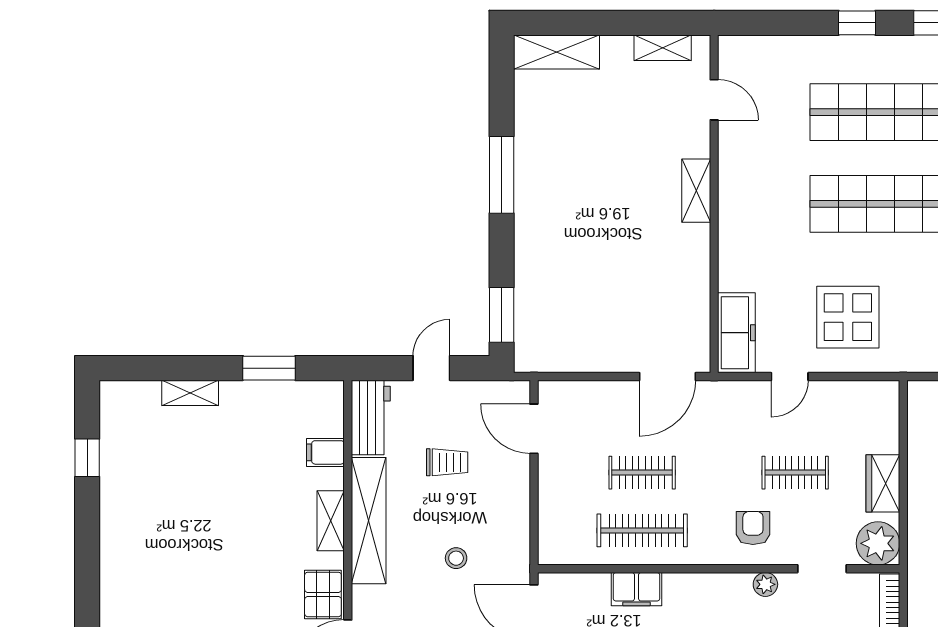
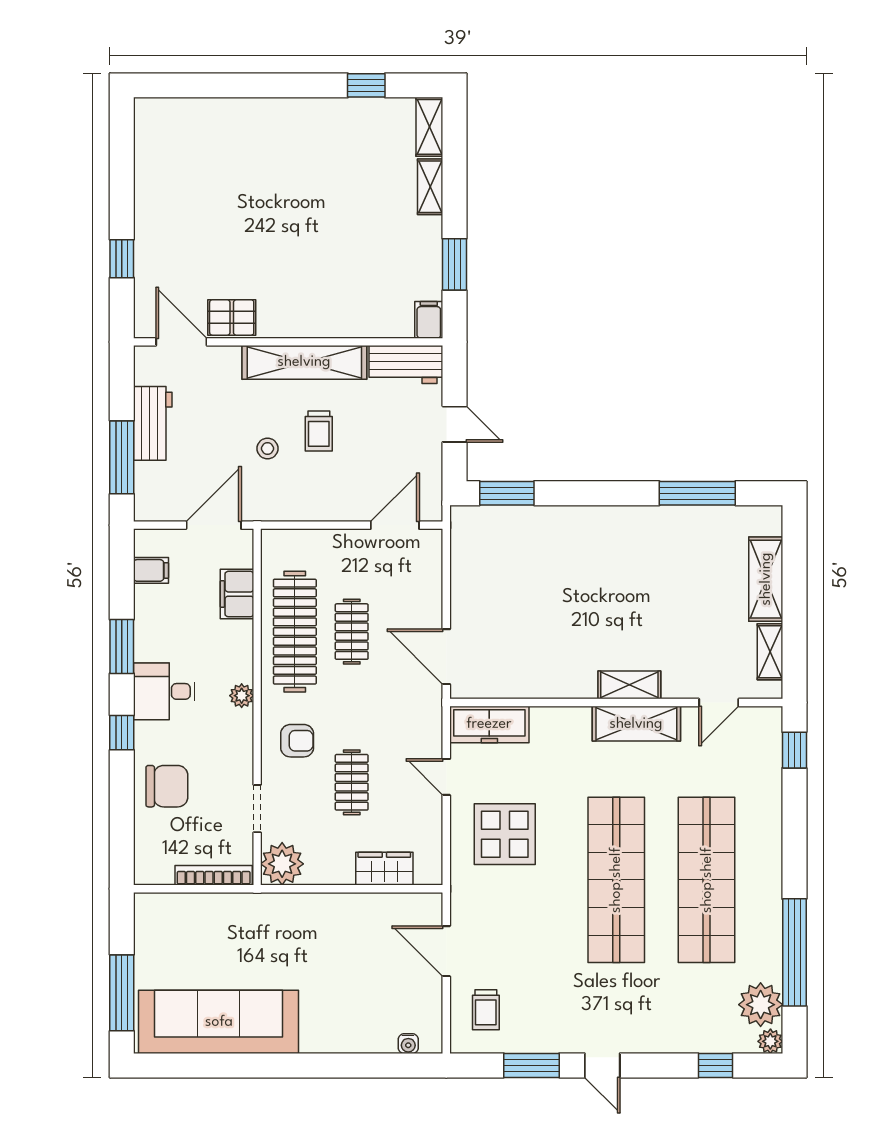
window: (857, 23) -> (794, 750), moved
shelving: (556, 52) -> (766, 579), moved
window: (502, 175) -> (697, 493), moved
shelving: (736, 183) -> (636, 724), added
filing cabinet: (325, 452) -> (429, 320), moved
trolley: (447, 462) -> (319, 431), moved
wardrobe: (883, 483) -> (384, 869), moved
shelving: (331, 521) -> (429, 127), moved, turned 90
clothes rail: (642, 530) -> (295, 632), width x1.37, depth x1.31
plant: (765, 584) -> (242, 696), moved
filing cabinet: (637, 589) -> (237, 594), moved

